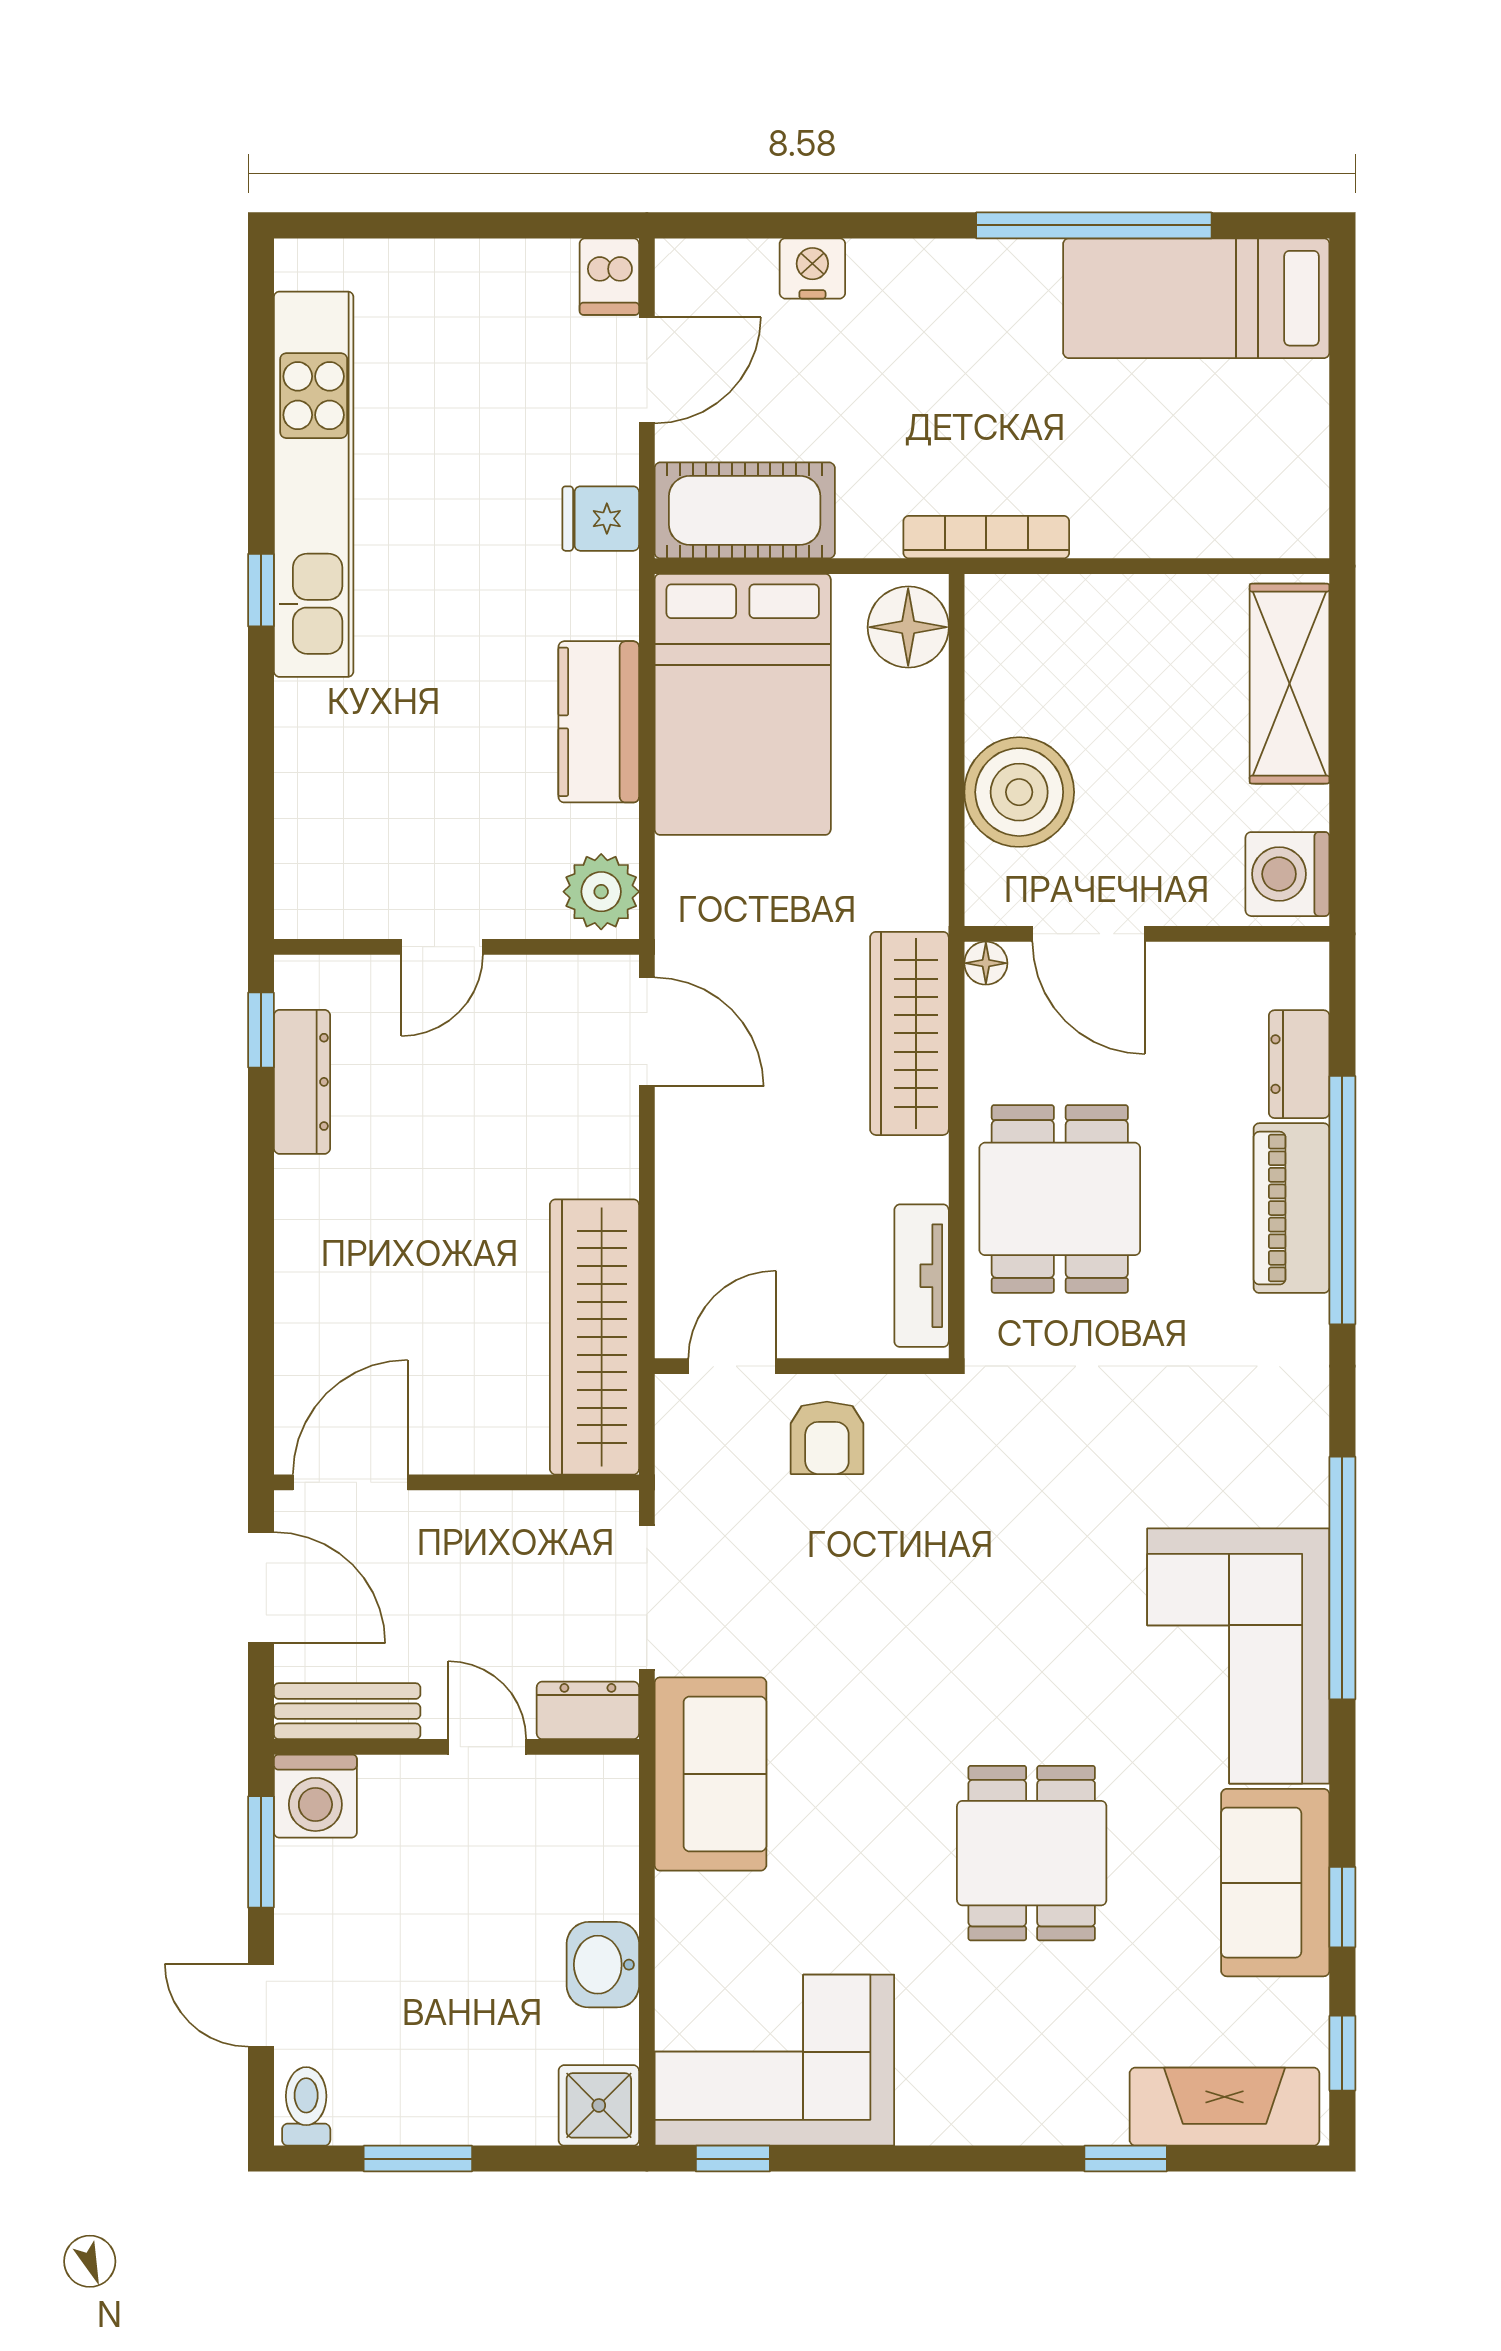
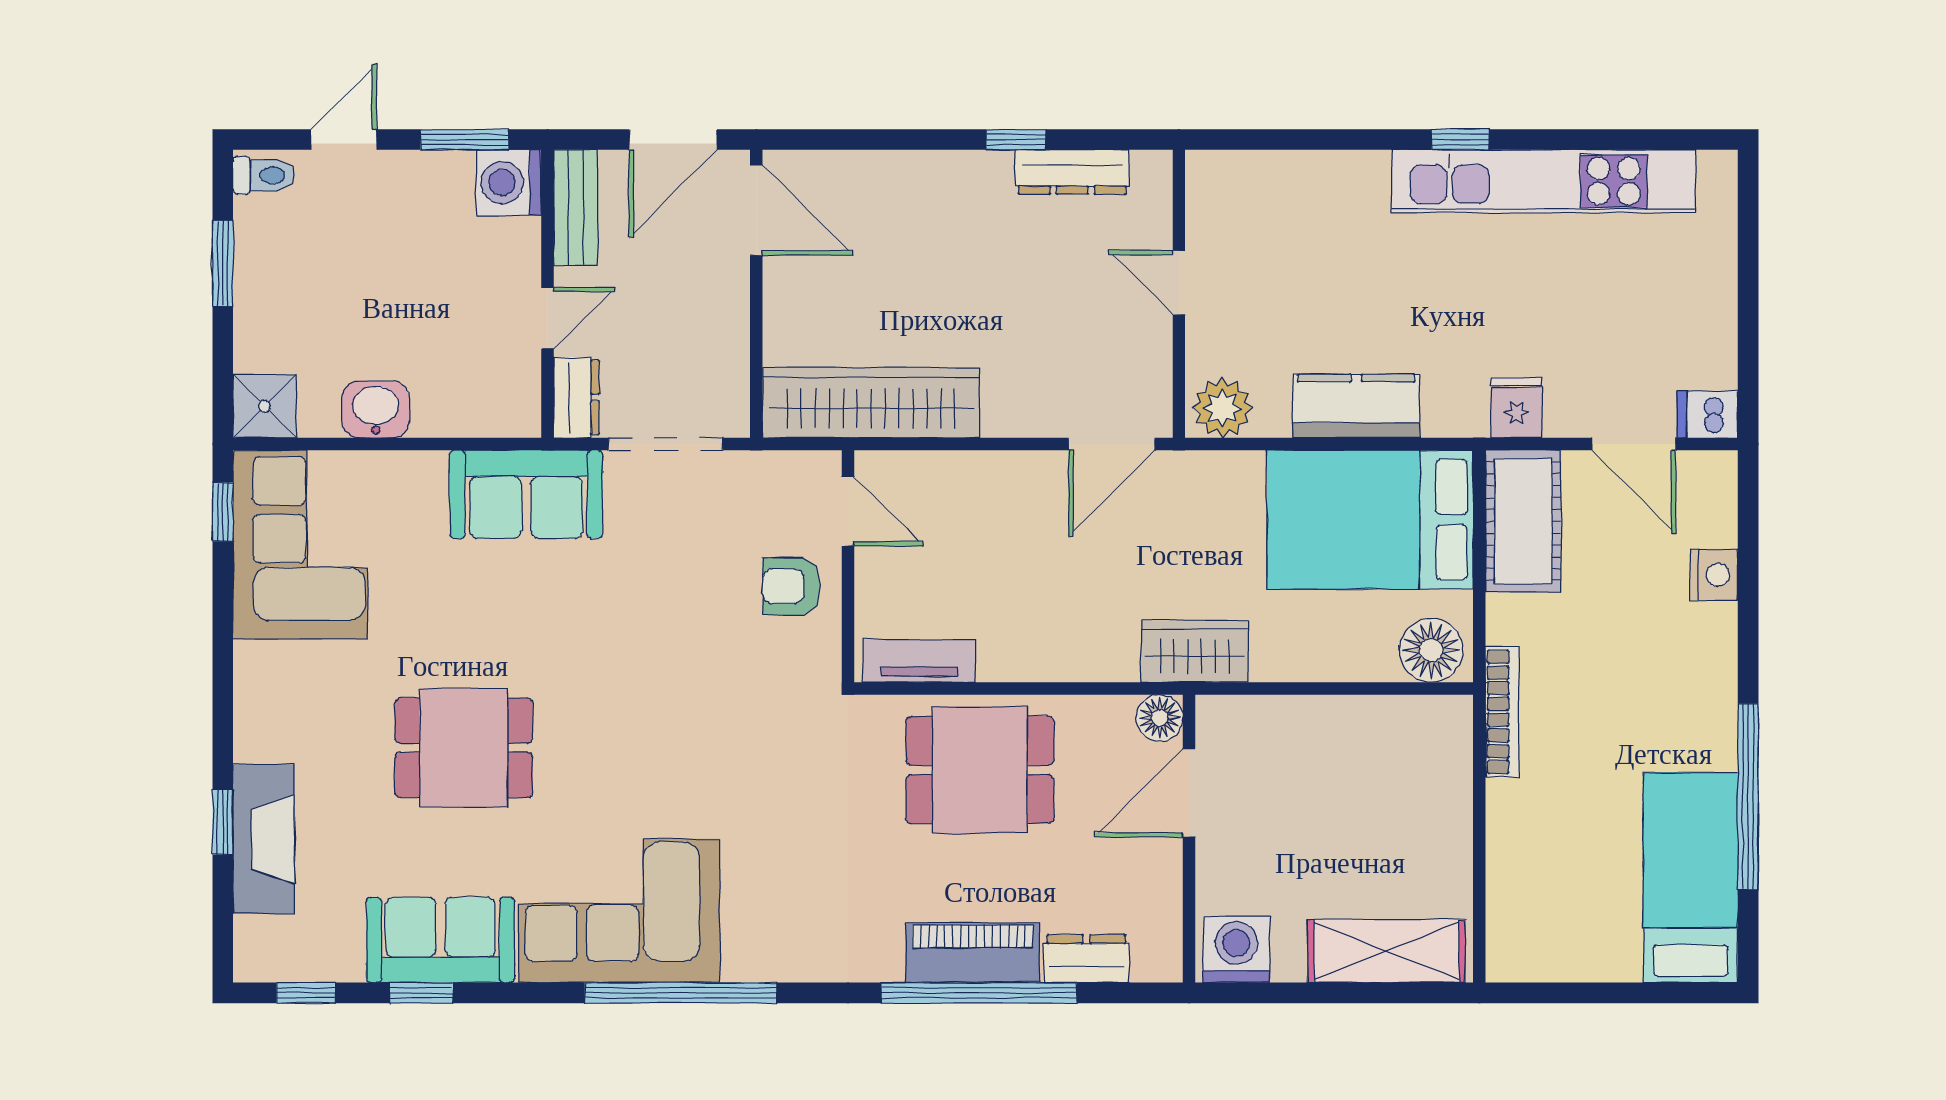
boiler: (1019, 792) -> (1301, 738), removed
floor lamp: (986, 963) -> (1160, 718), width x1.37, depth x1.37
window: (261, 1030) -> (1016, 140), moved
wardrobe: (909, 1033) -> (1195, 651), moved, width x0.67
fireplace: (1224, 2107) -> (264, 839), moved

